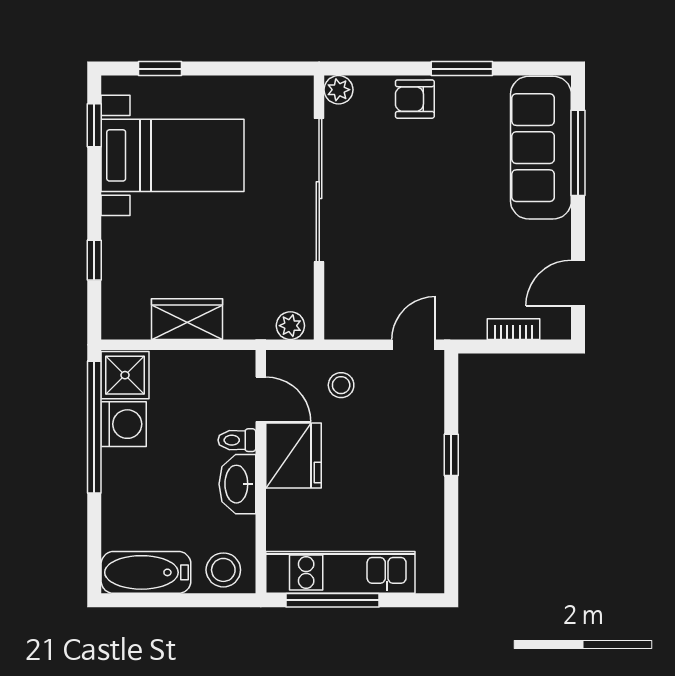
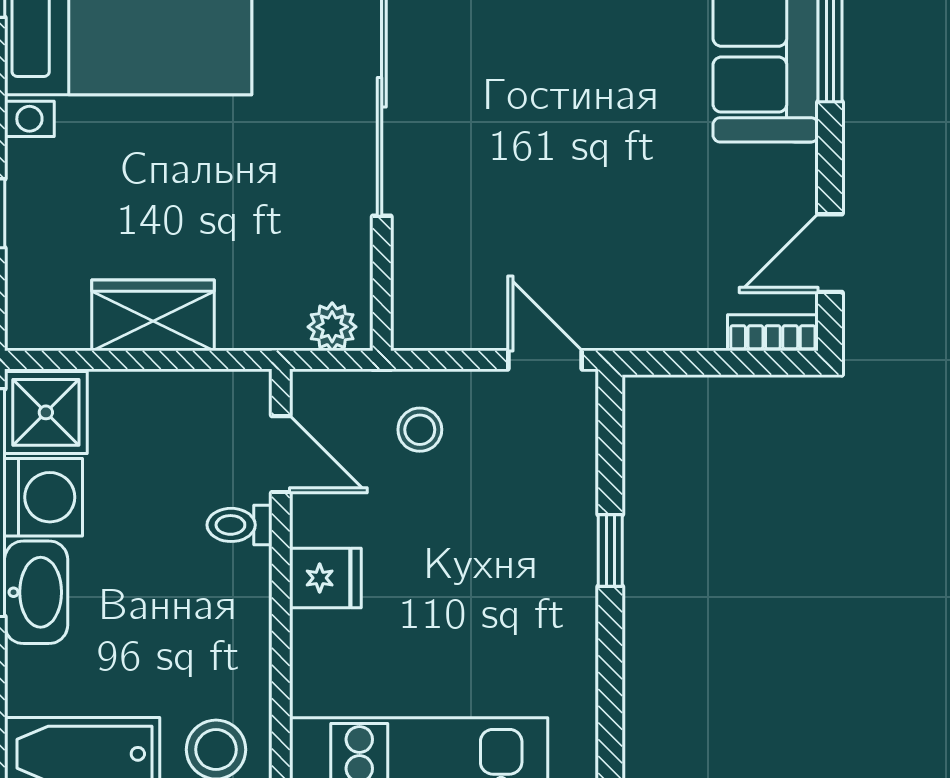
bookcase: (513, 329) -> (773, 333), moved
door: (413, 345) -> (545, 360), hinge flipped
fridge: (294, 455) -> (325, 578), width x0.53, depth x0.75
washbasin: (237, 484) -> (36, 592), moved, turned 180

